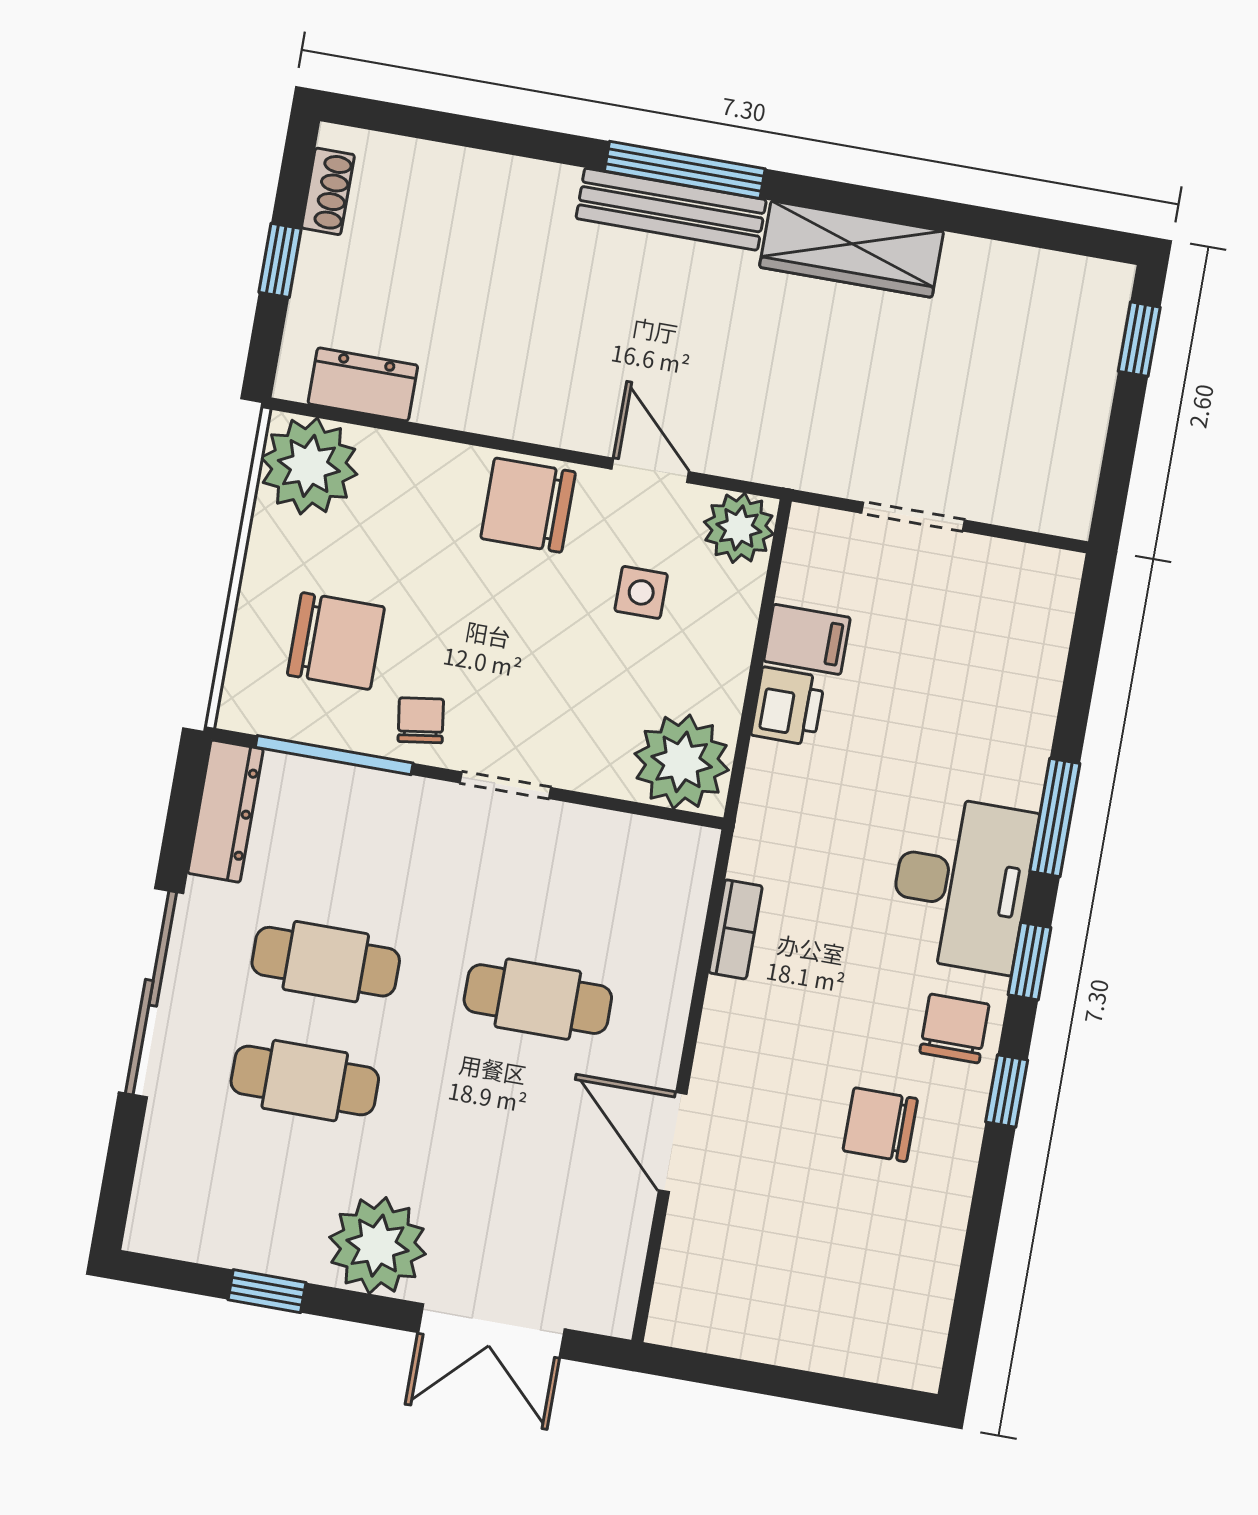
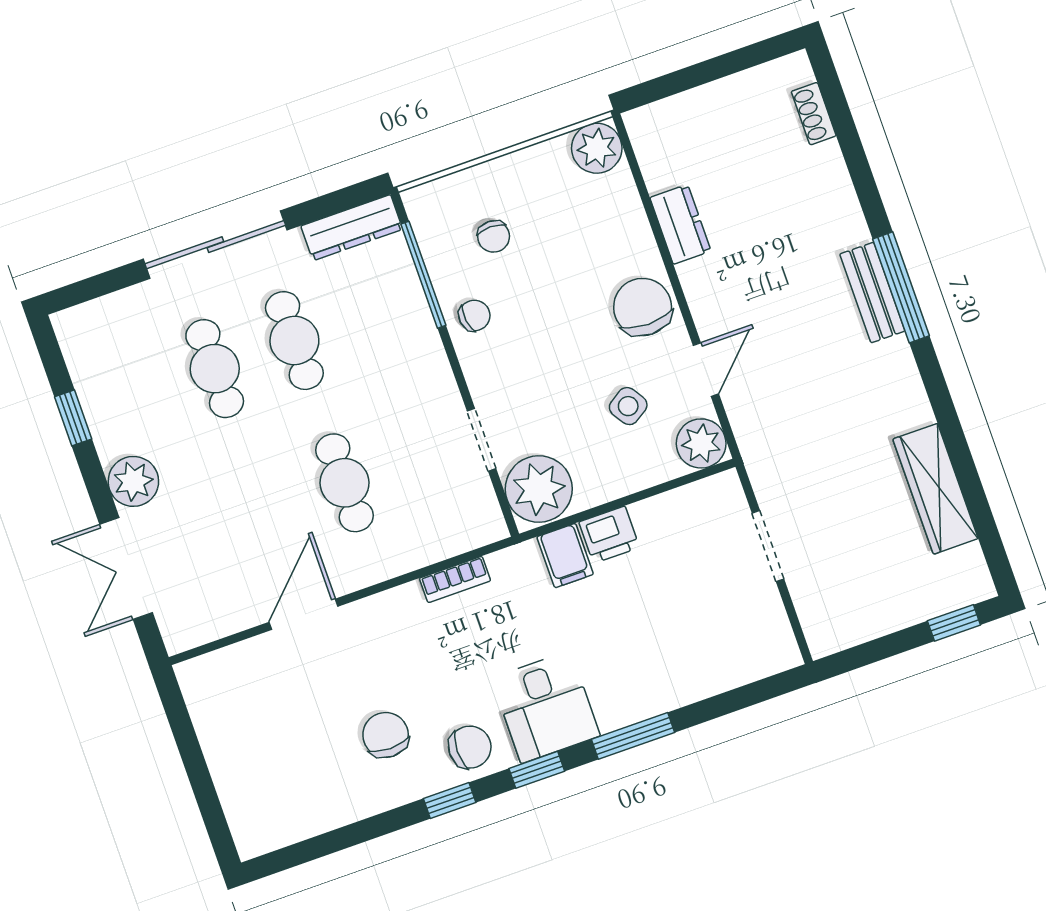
shoe rack: (328, 191) -> (814, 114), moved, turned 90
bench: (671, 209) -> (872, 293), width x0.73
wardrobe: (851, 249) -> (935, 489), moved
window: (280, 260) -> (707, 72), removed
dresser: (363, 384) -> (680, 224), moved
plant: (309, 466) -> (597, 148), width x0.73, depth x0.73
side table: (641, 592) -> (628, 406), turned -33
filing cabinet: (807, 639) -> (565, 556), moved
chair: (336, 641) -> (494, 236), width x0.54, depth x0.54
doorway: (505, 785) -> (481, 440), moved
desk: (962, 884) -> (546, 707), width x0.73
plant: (378, 1246) -> (133, 481), width x0.73, depth x0.73

